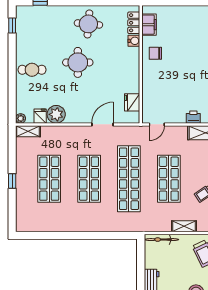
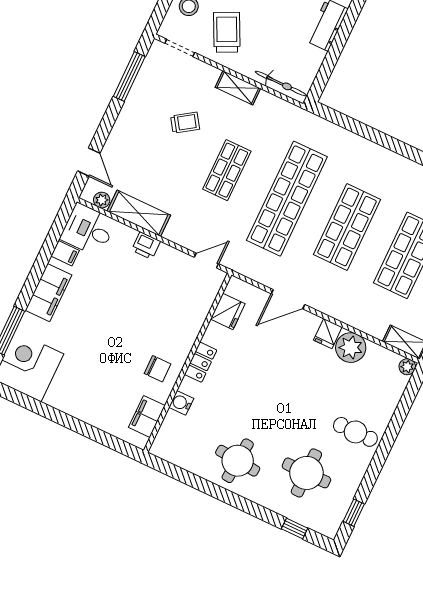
locker: (134, 23) -> (201, 362), moved
round table: (78, 62) -> (306, 473), moved
fridge: (40, 116) -> (328, 334), moved
shop shelf: (169, 179) -> (227, 170), width x0.70, depth x0.74

